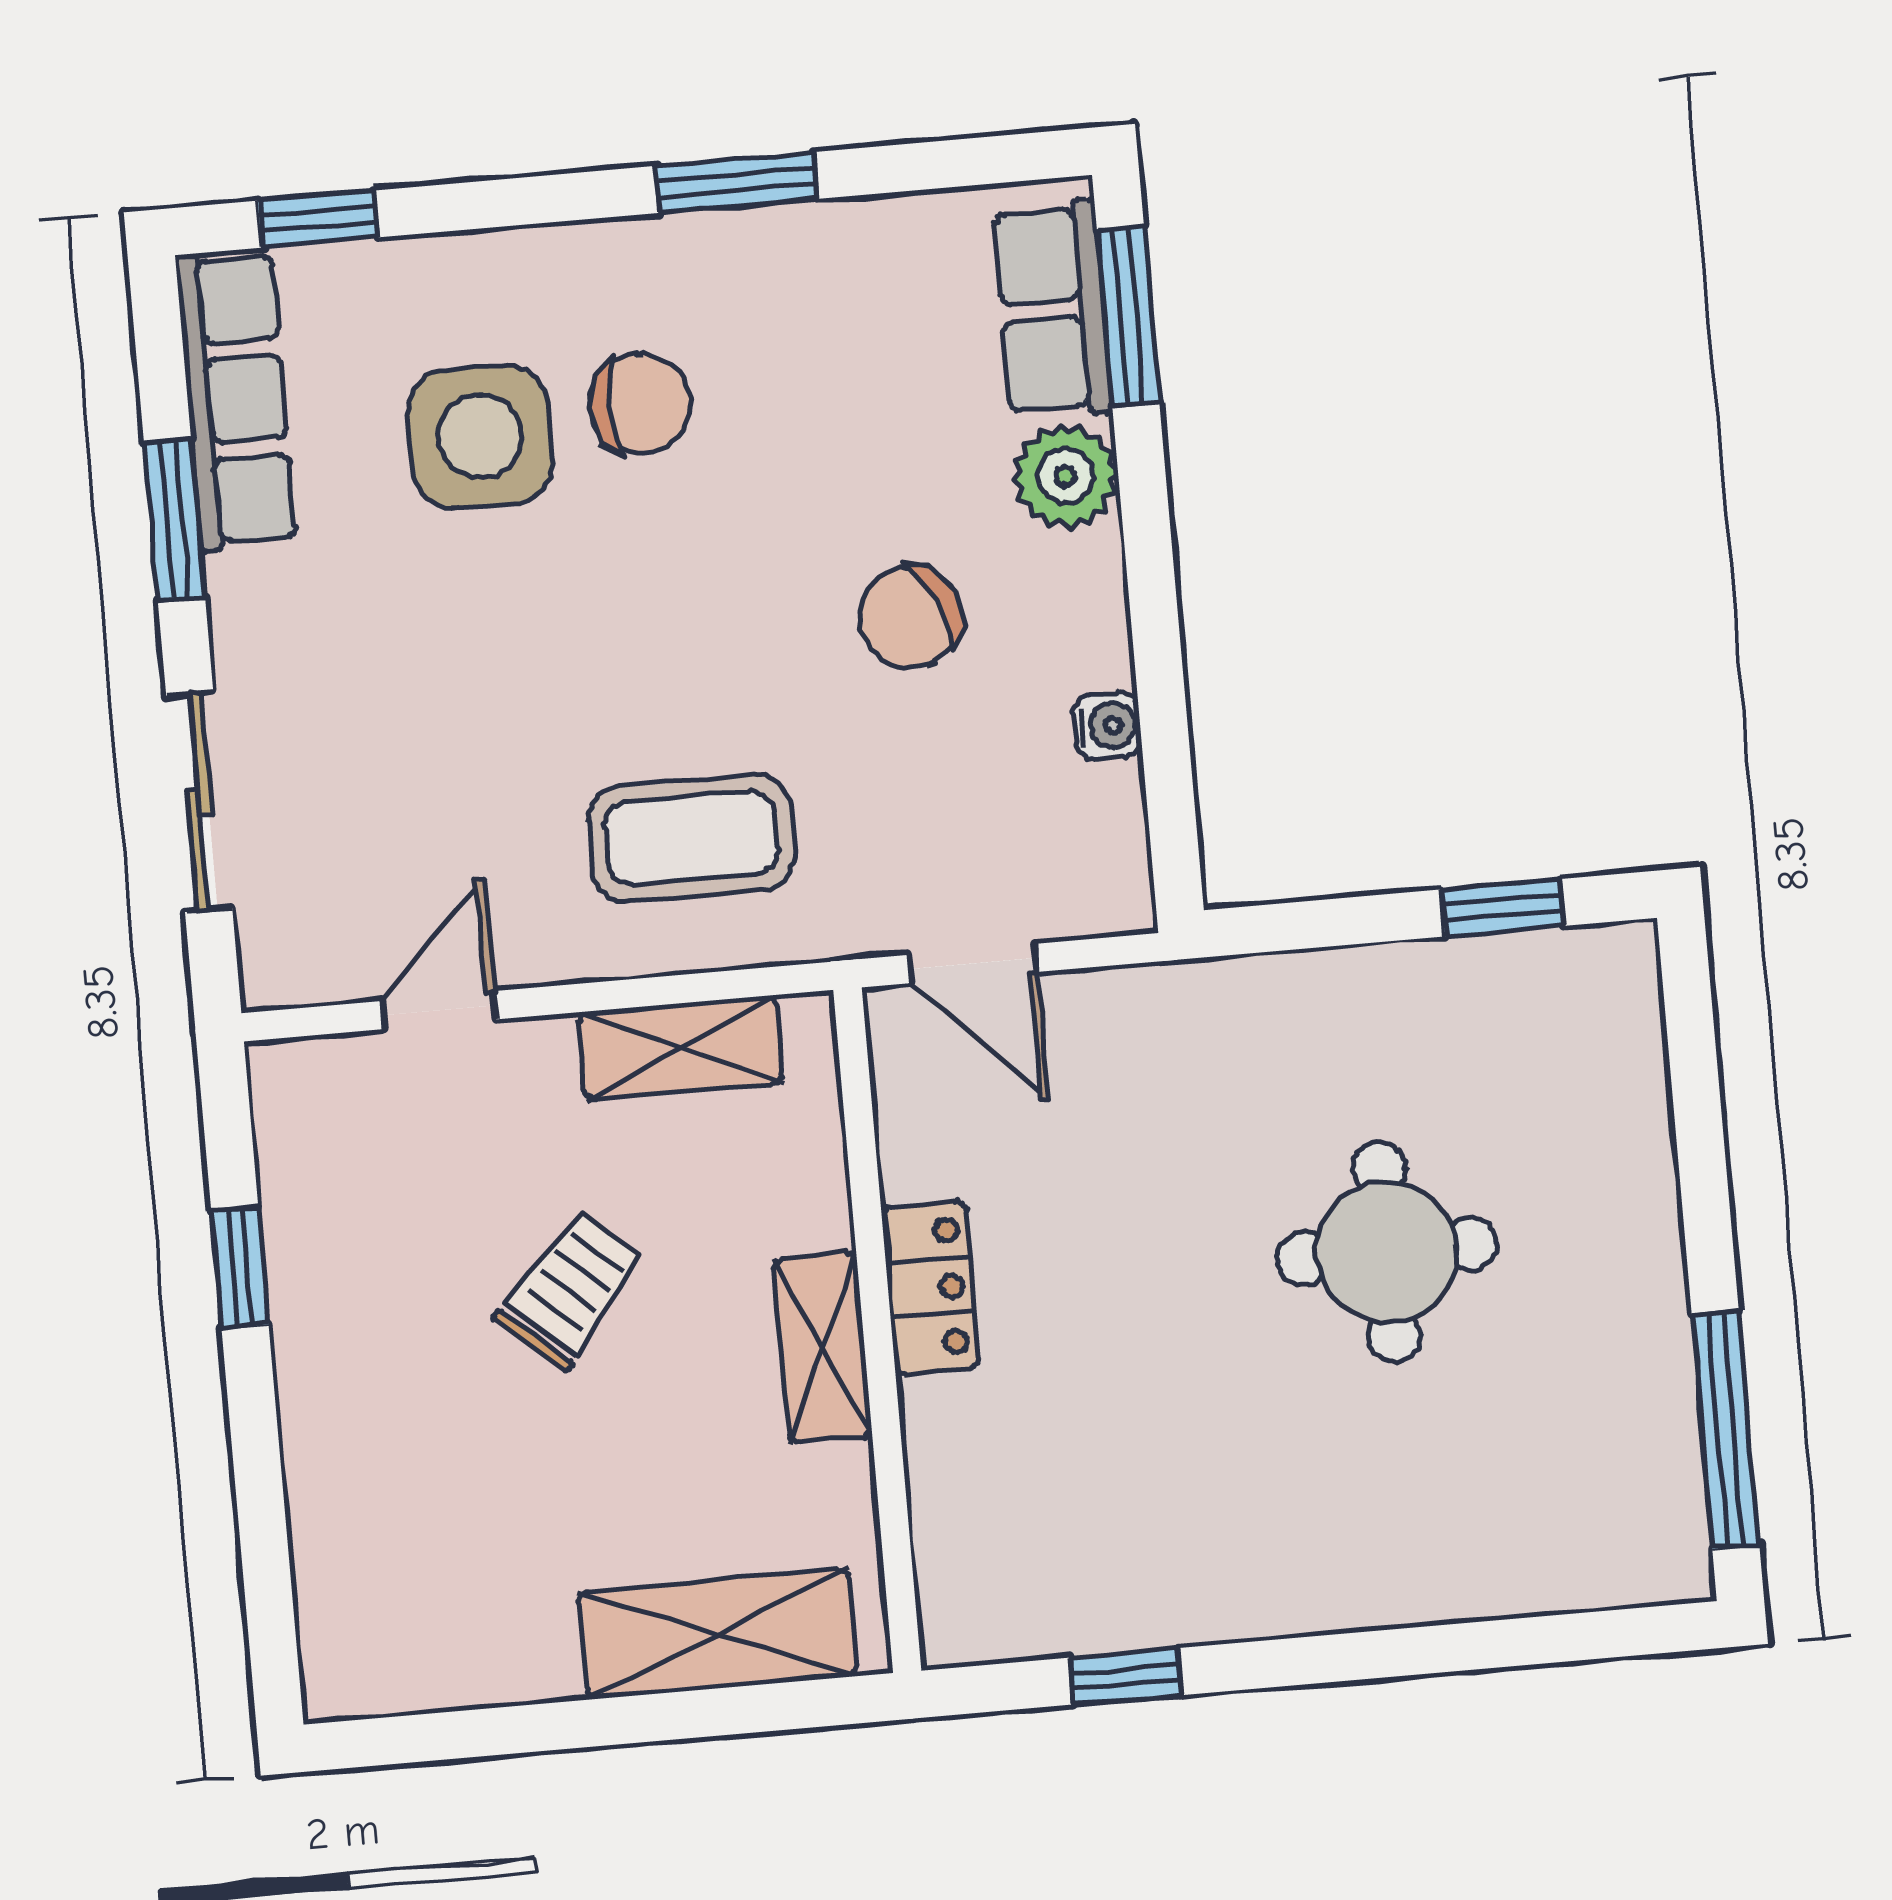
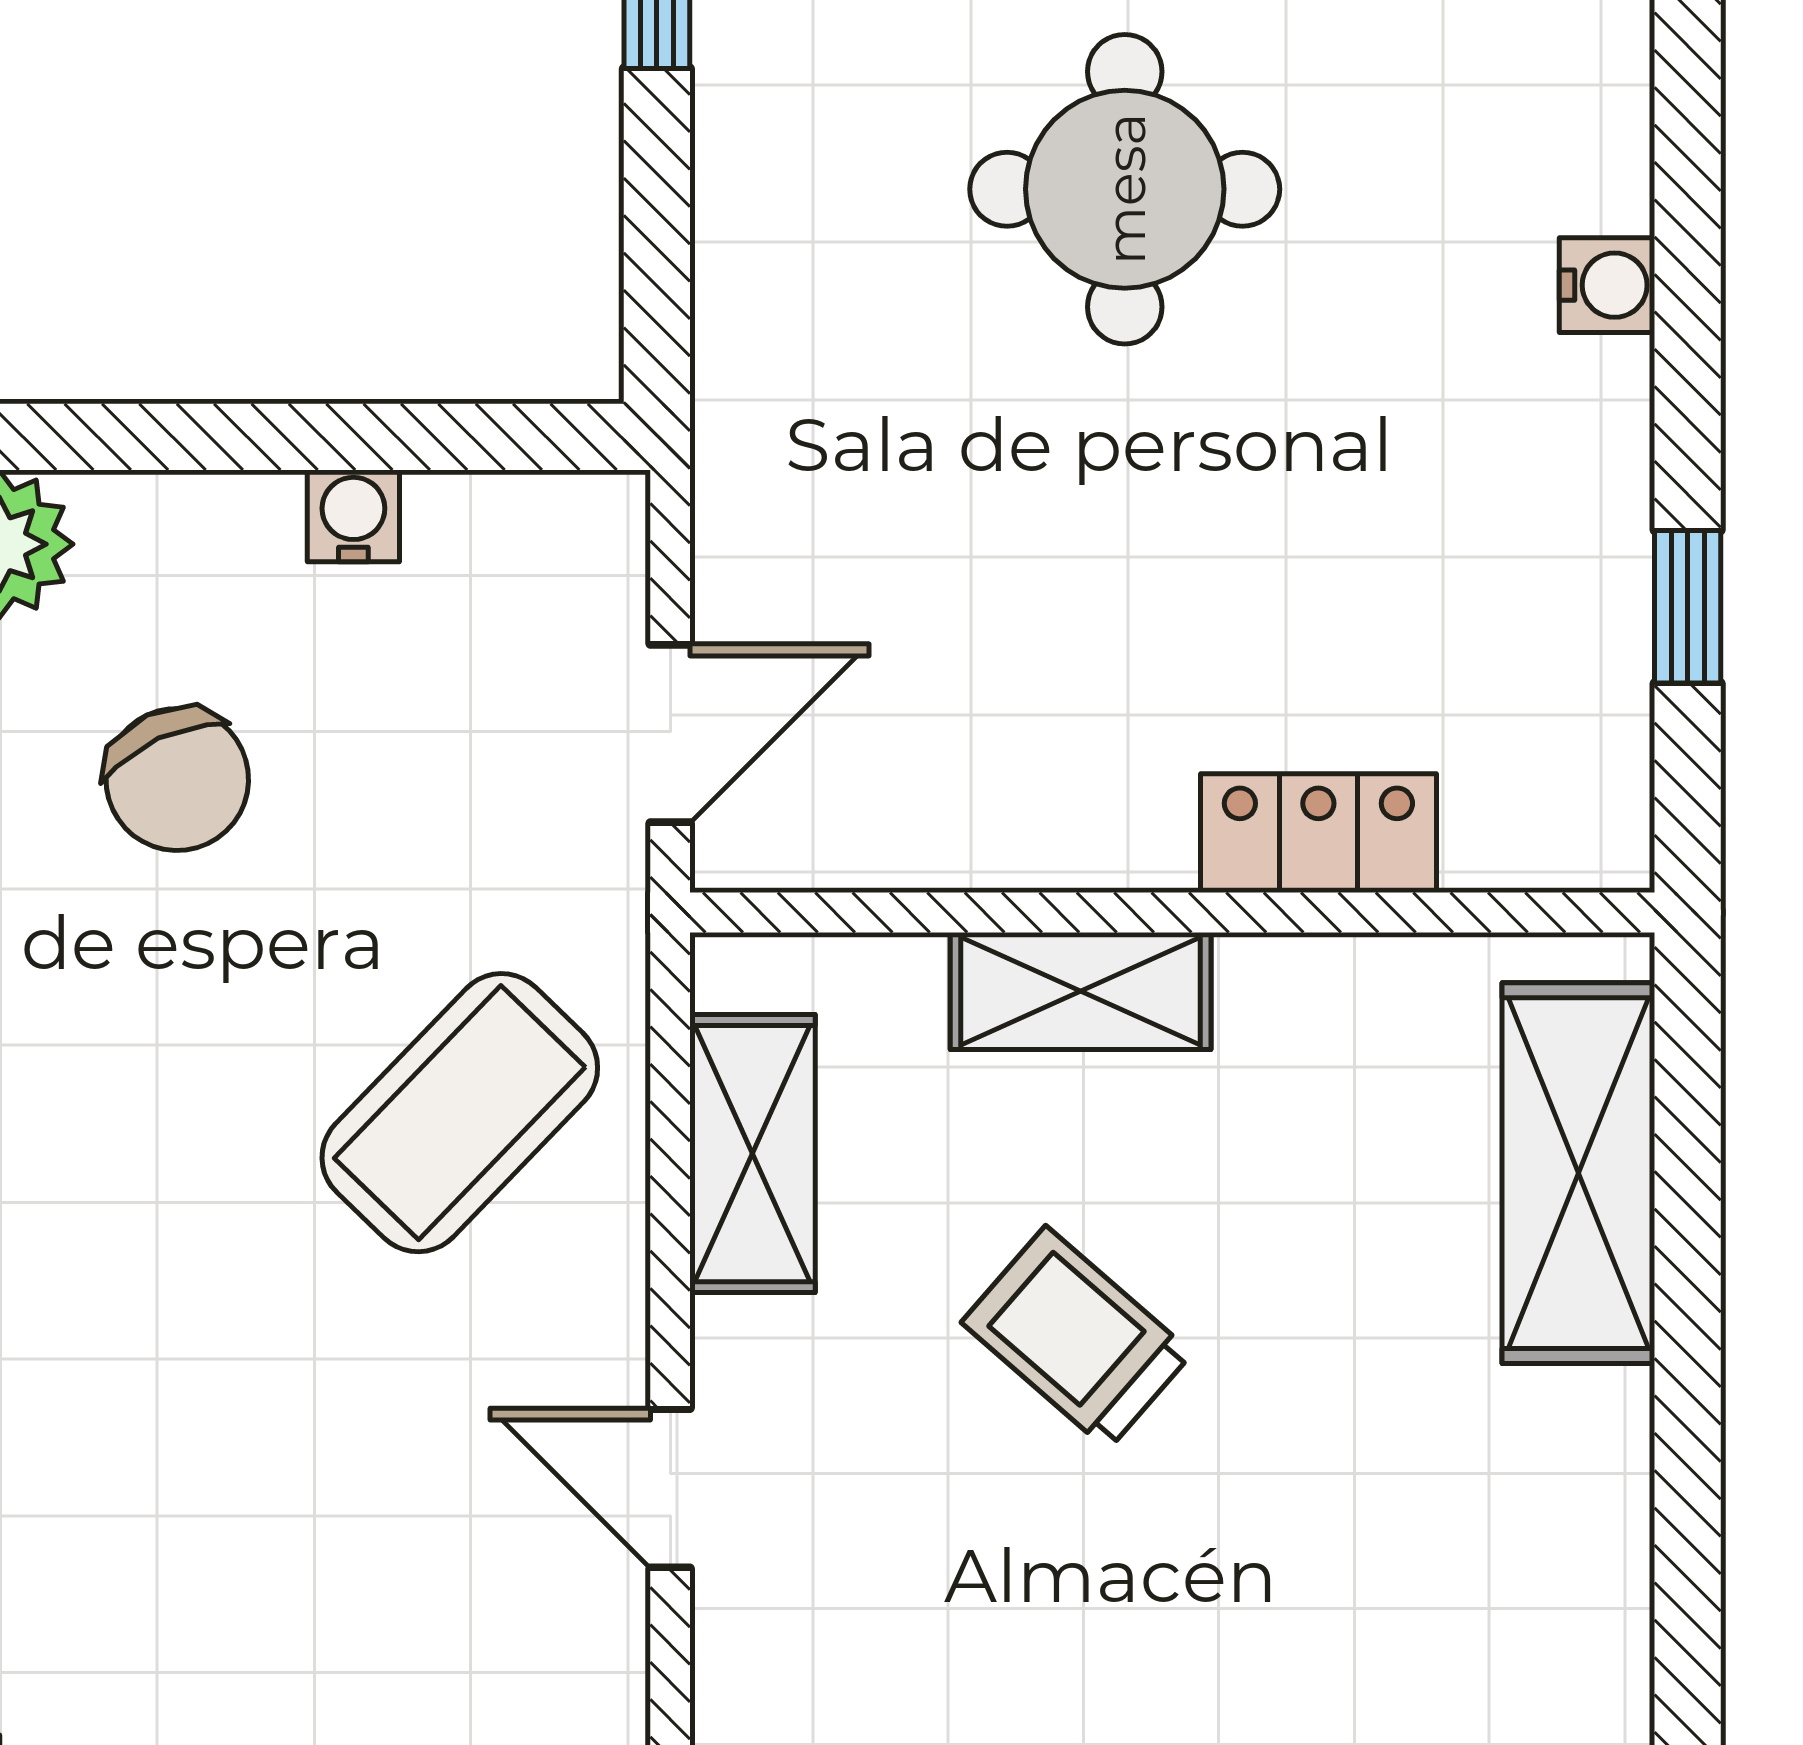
coffee table: (691, 838) -> (460, 1113), turned 44
locker: (930, 1288) -> (1318, 833), moved
shelving: (823, 1348) -> (1081, 991), moved
water cooler: (1349, 1599) -> (1607, 285), added

